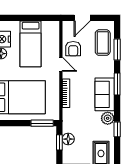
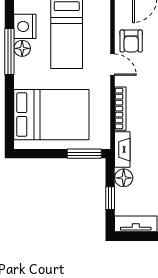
fireplace: (67, 120) -> (122, 150), added
window: (59, 142) -> (110, 198), moved

